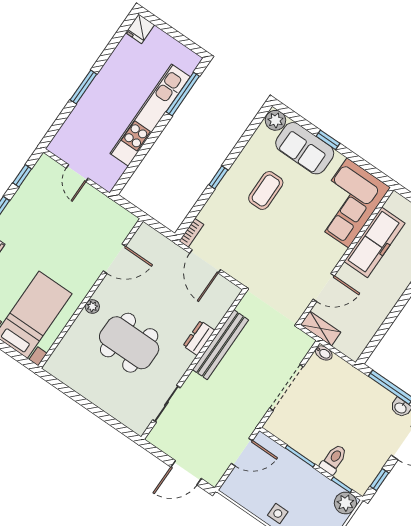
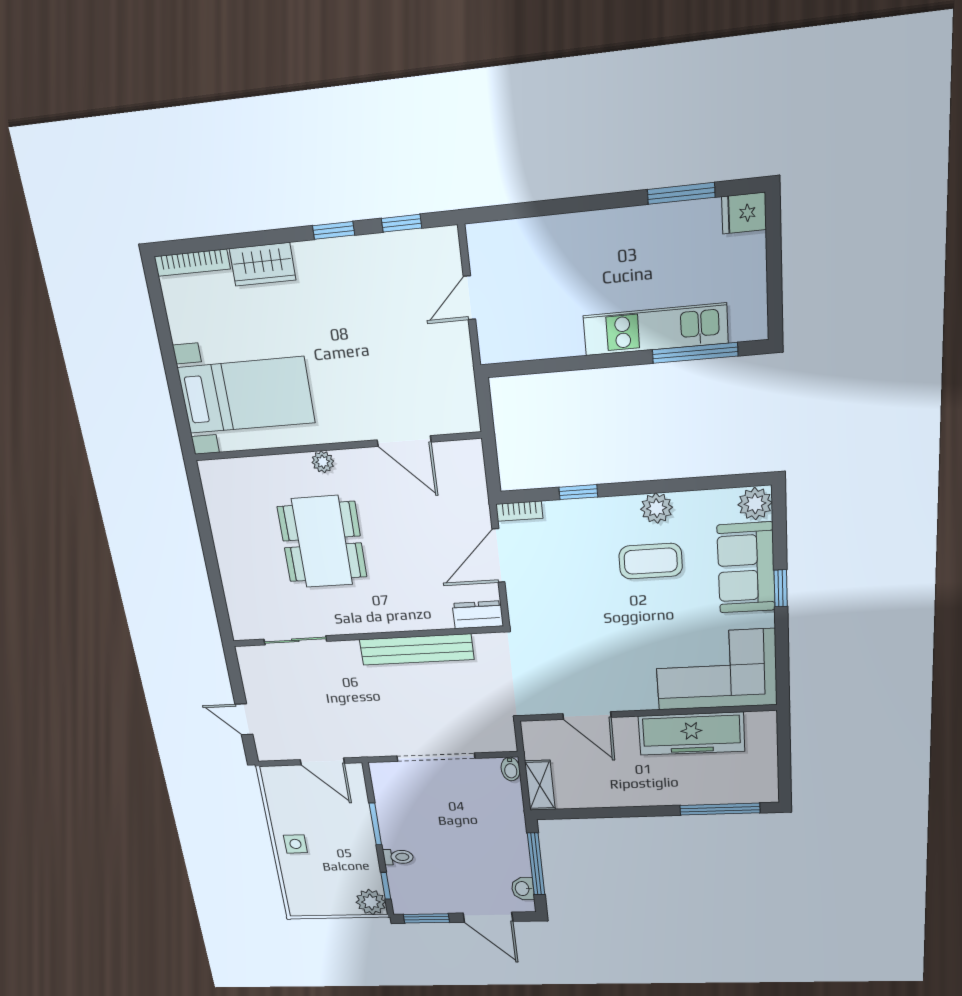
window: (83, 87) -> (681, 193), moved
kitchen unit: (150, 115) -> (655, 329), width x0.73
plant: (242, 167) -> (657, 508), added
window: (218, 177) -> (578, 492), moved
shelving: (321, 328) -> (540, 785), moved
dresser: (199, 338) -> (478, 615), moved
toilet: (334, 459) -> (398, 857), width x0.73, depth x0.72
door: (186, 473) -> (244, 719), width x0.73
window: (379, 480) -> (426, 918), width x1.50

